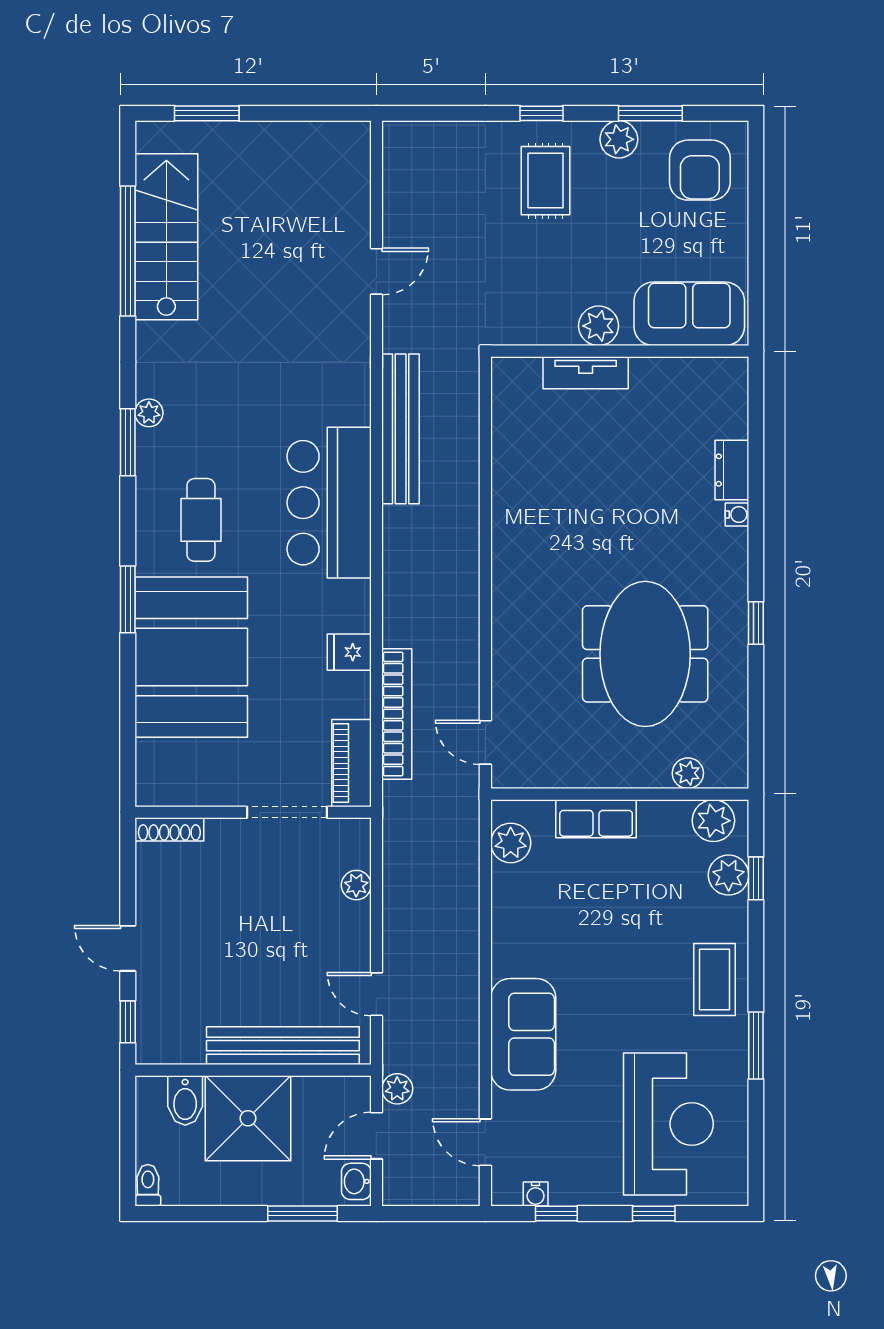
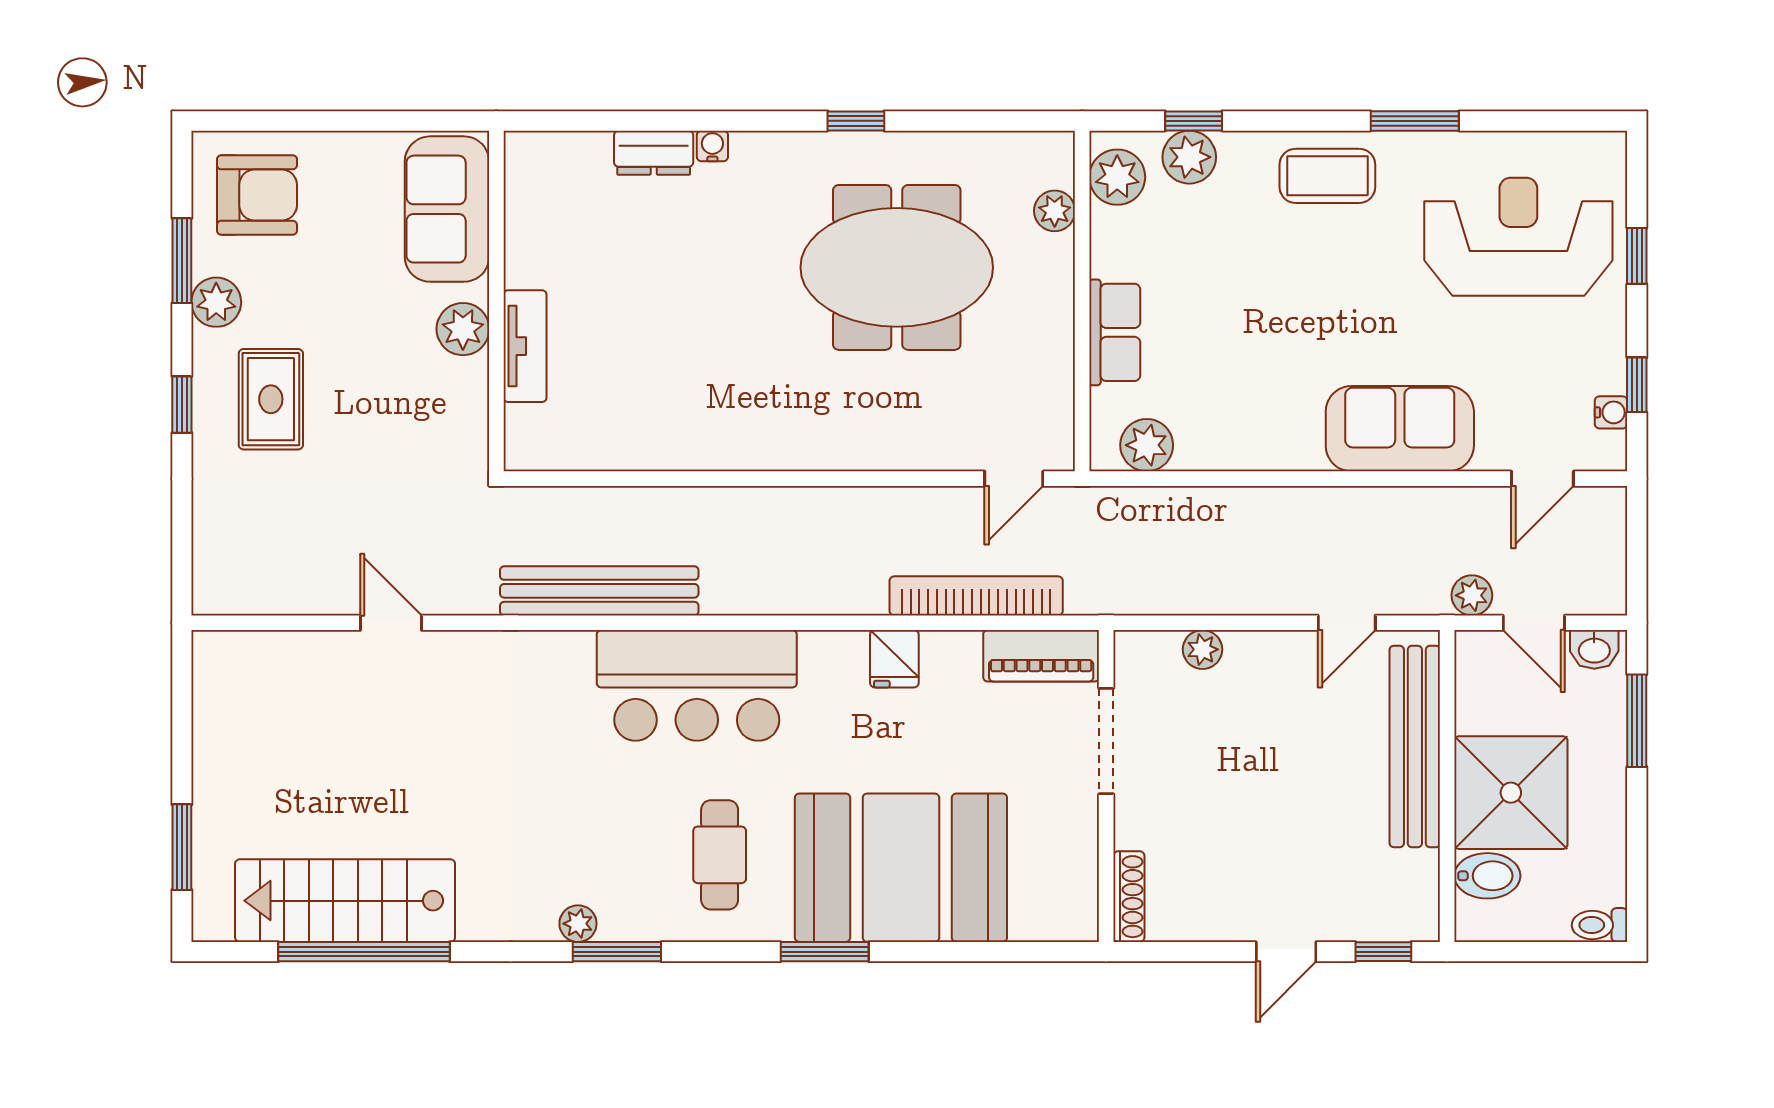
rug: (545, 181) -> (271, 399), turned 90
cafe table: (201, 520) -> (720, 855), turned 90

